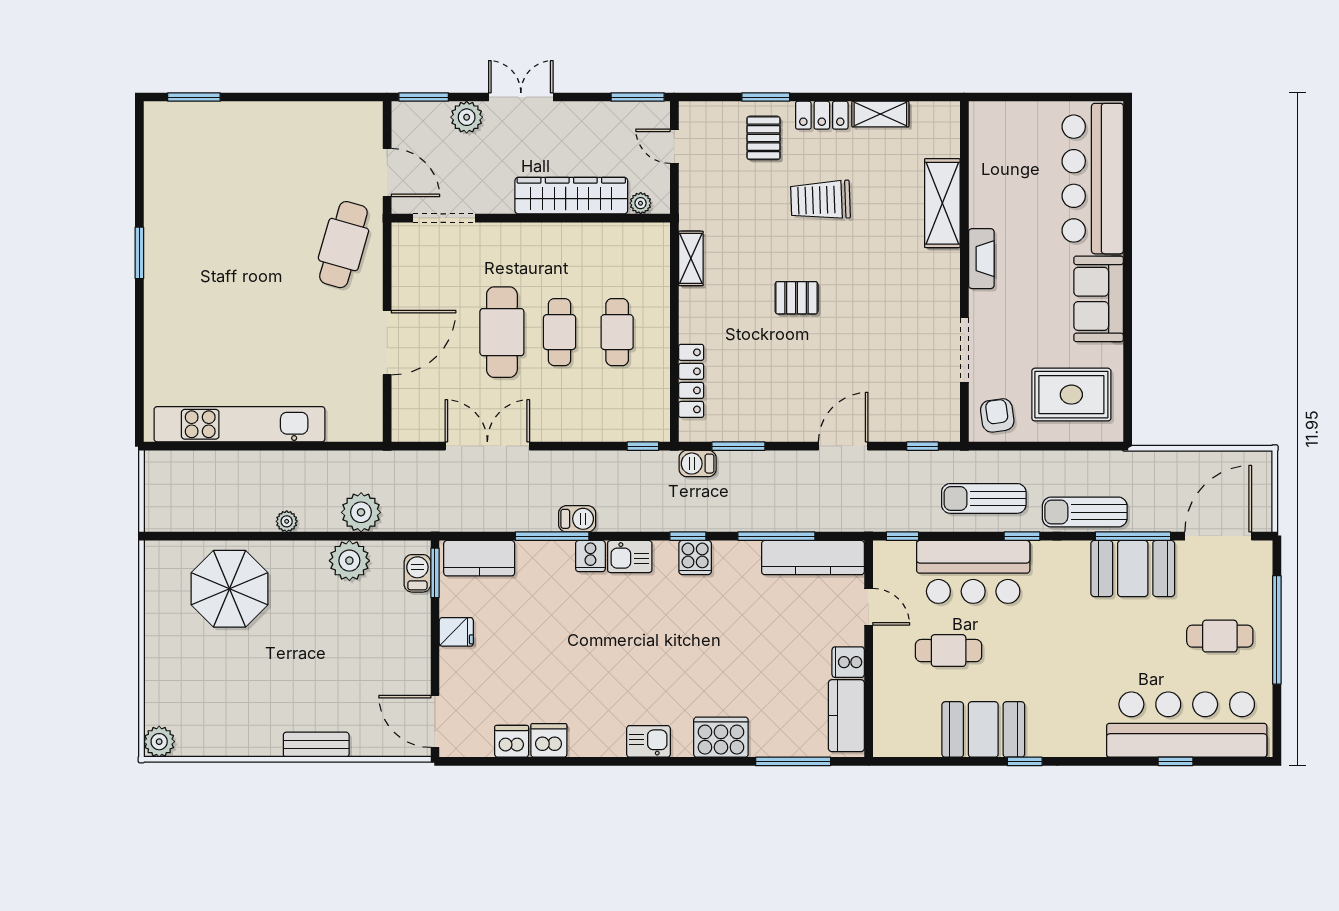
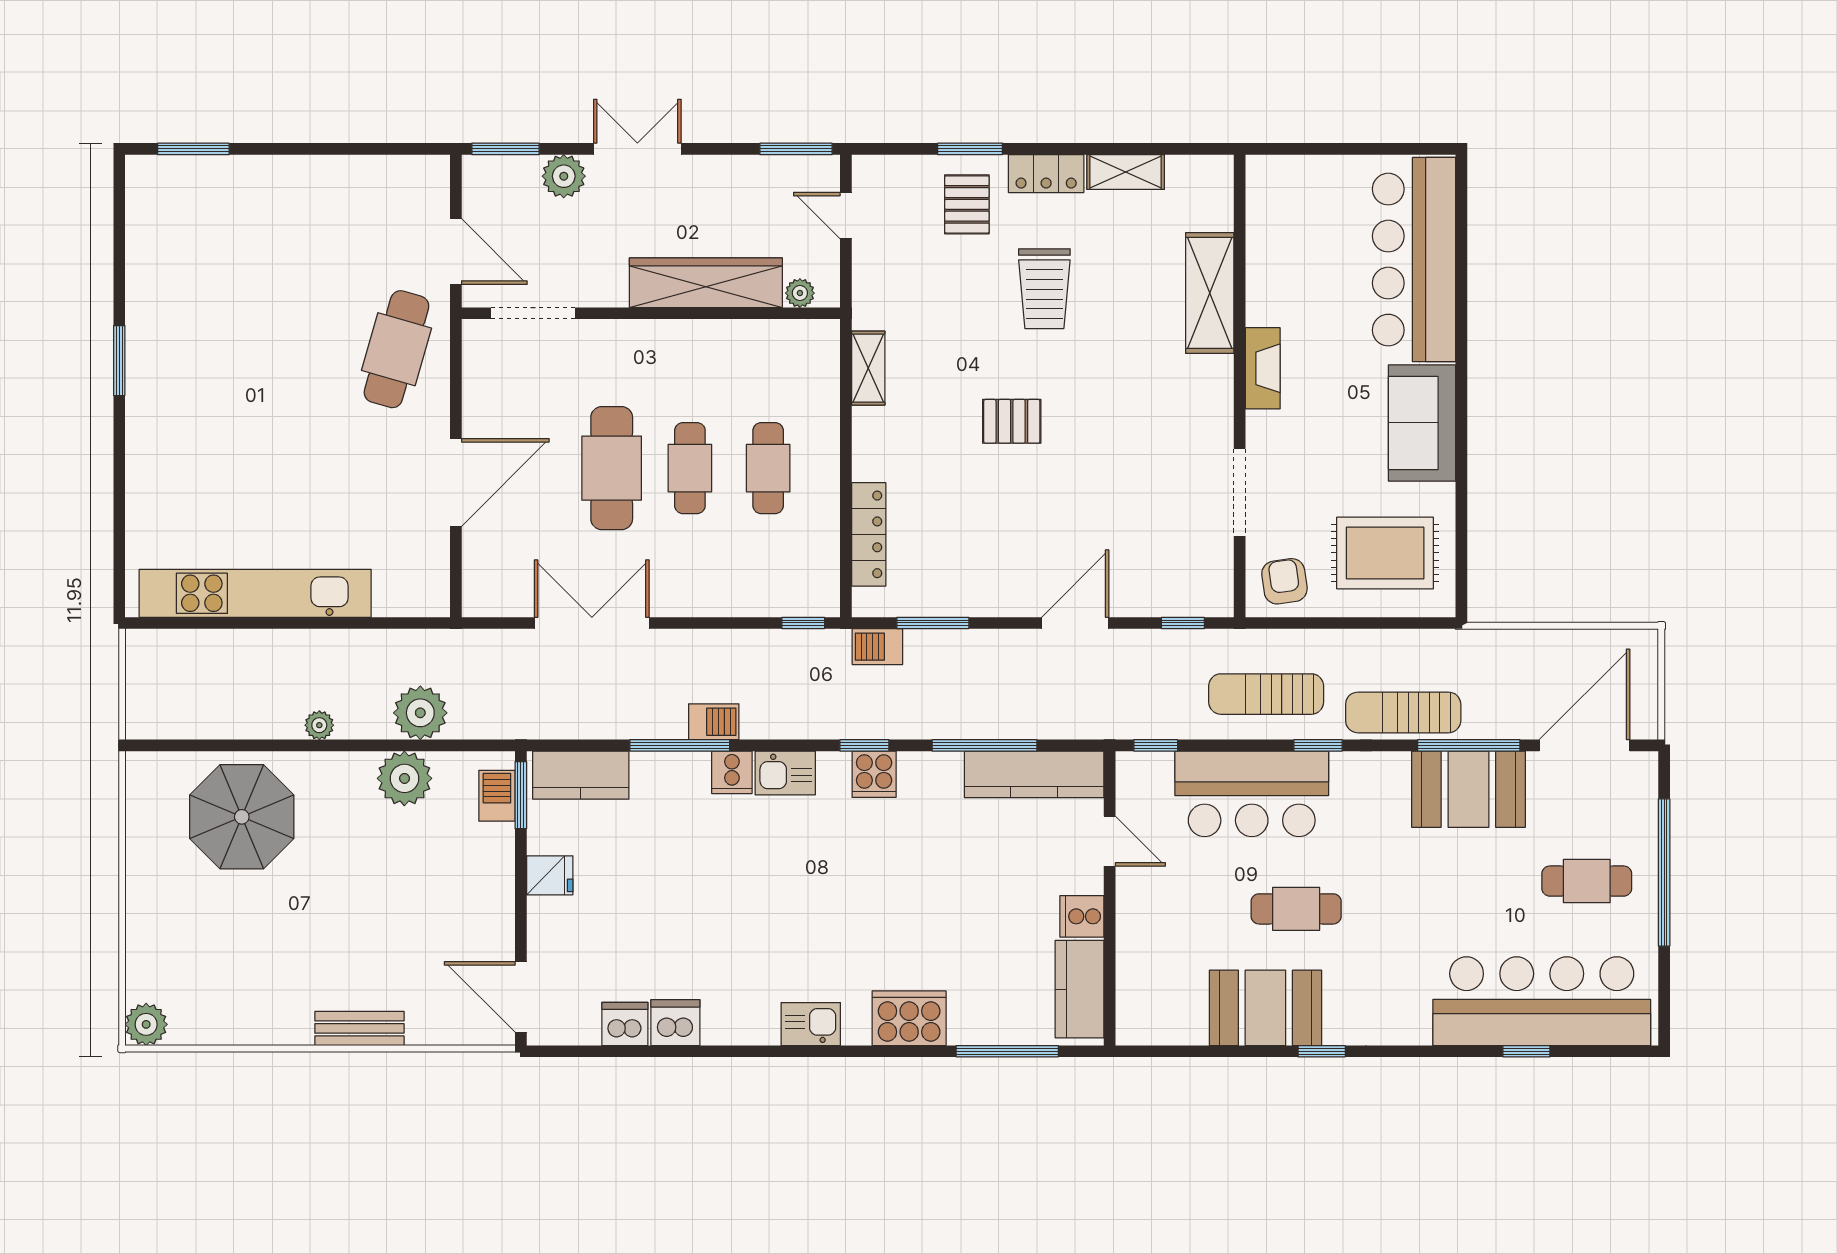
trolley: (821, 200) -> (1044, 289), turned -88
cafe table: (949, 651) -> (1296, 909), moved

